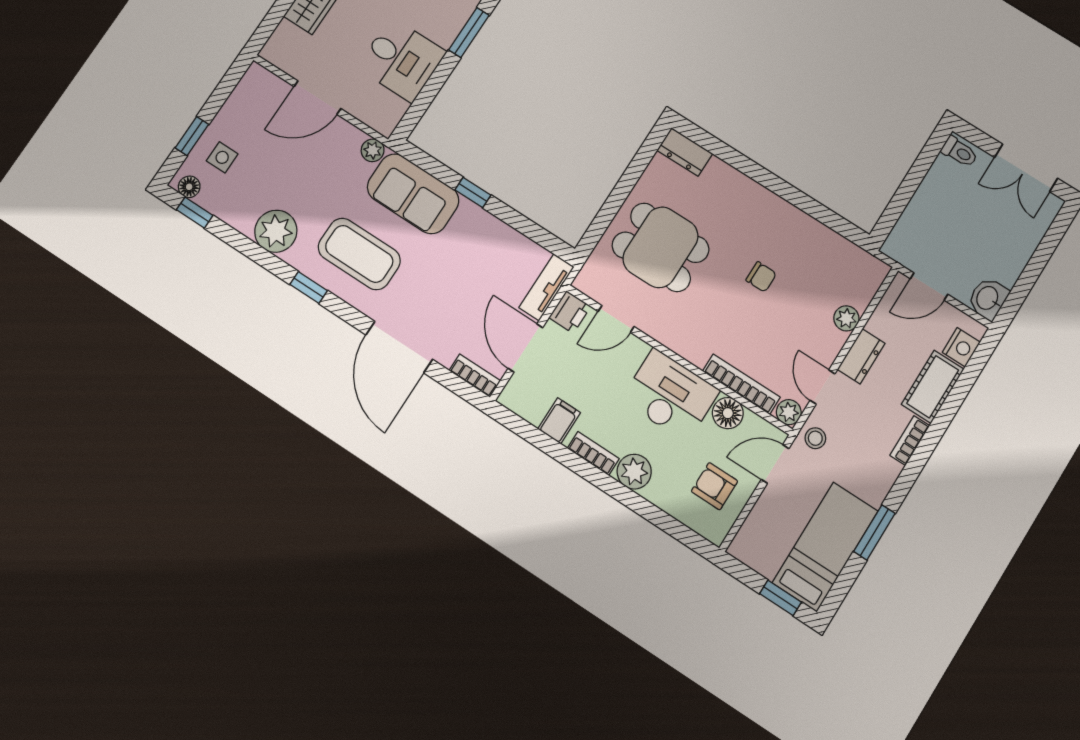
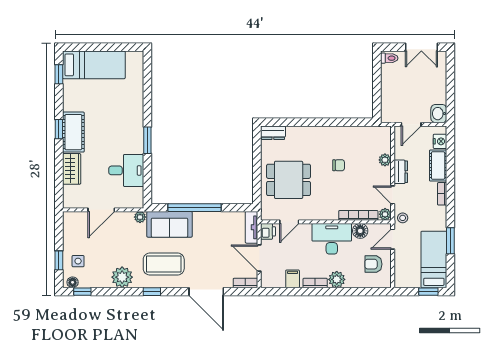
window: (473, 192) -> (194, 208), width x3.17

